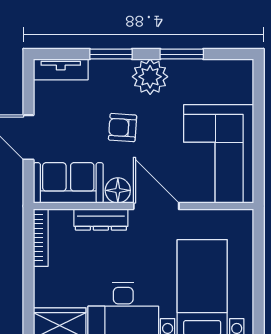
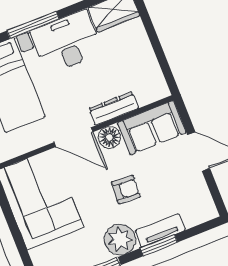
tv unit: (61, 69) -> (160, 230), moved
bookcase: (41, 238) -> (156, 74), removed

